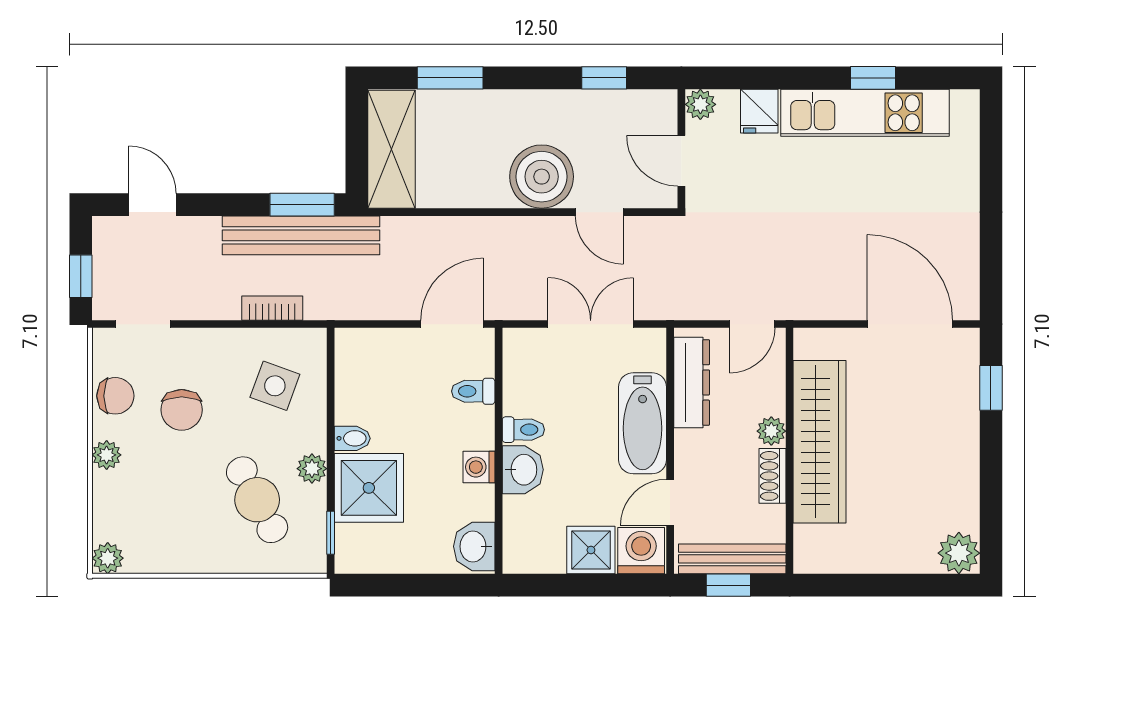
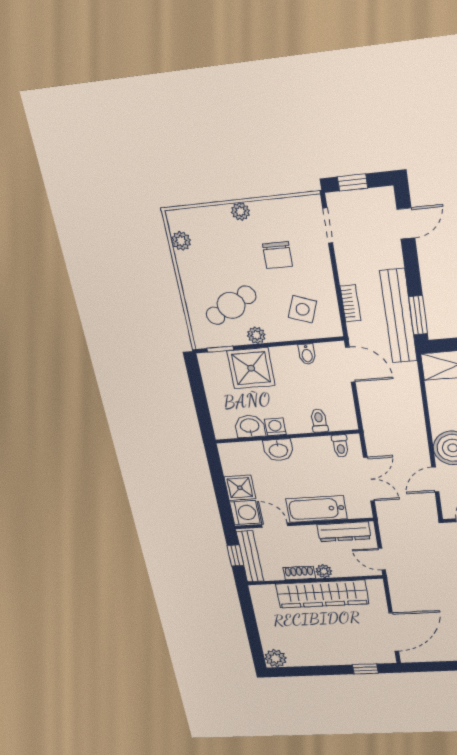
door: (452, 324) -> (350, 365), moved
chair: (115, 396) -> (279, 213), removed
chair: (182, 410) -> (278, 255), turned -90
toilet: (523, 430) -> (340, 446), moved
bidet: (352, 438) -> (307, 354), moved
washbasin: (474, 546) -> (250, 426), moved
plant: (108, 558) -> (181, 241), moved

